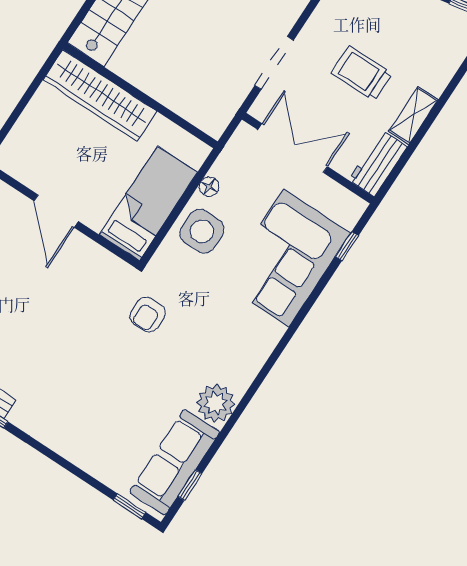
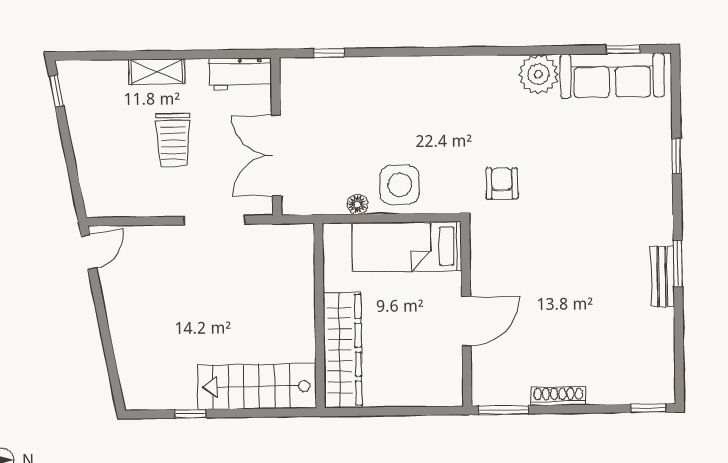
shelving: (413, 115) -> (157, 72), moved
corner sofa: (286, 258) -> (374, 98), removed
armchair: (148, 314) -> (502, 184), turned -90
window: (130, 506) -> (677, 156), moved

